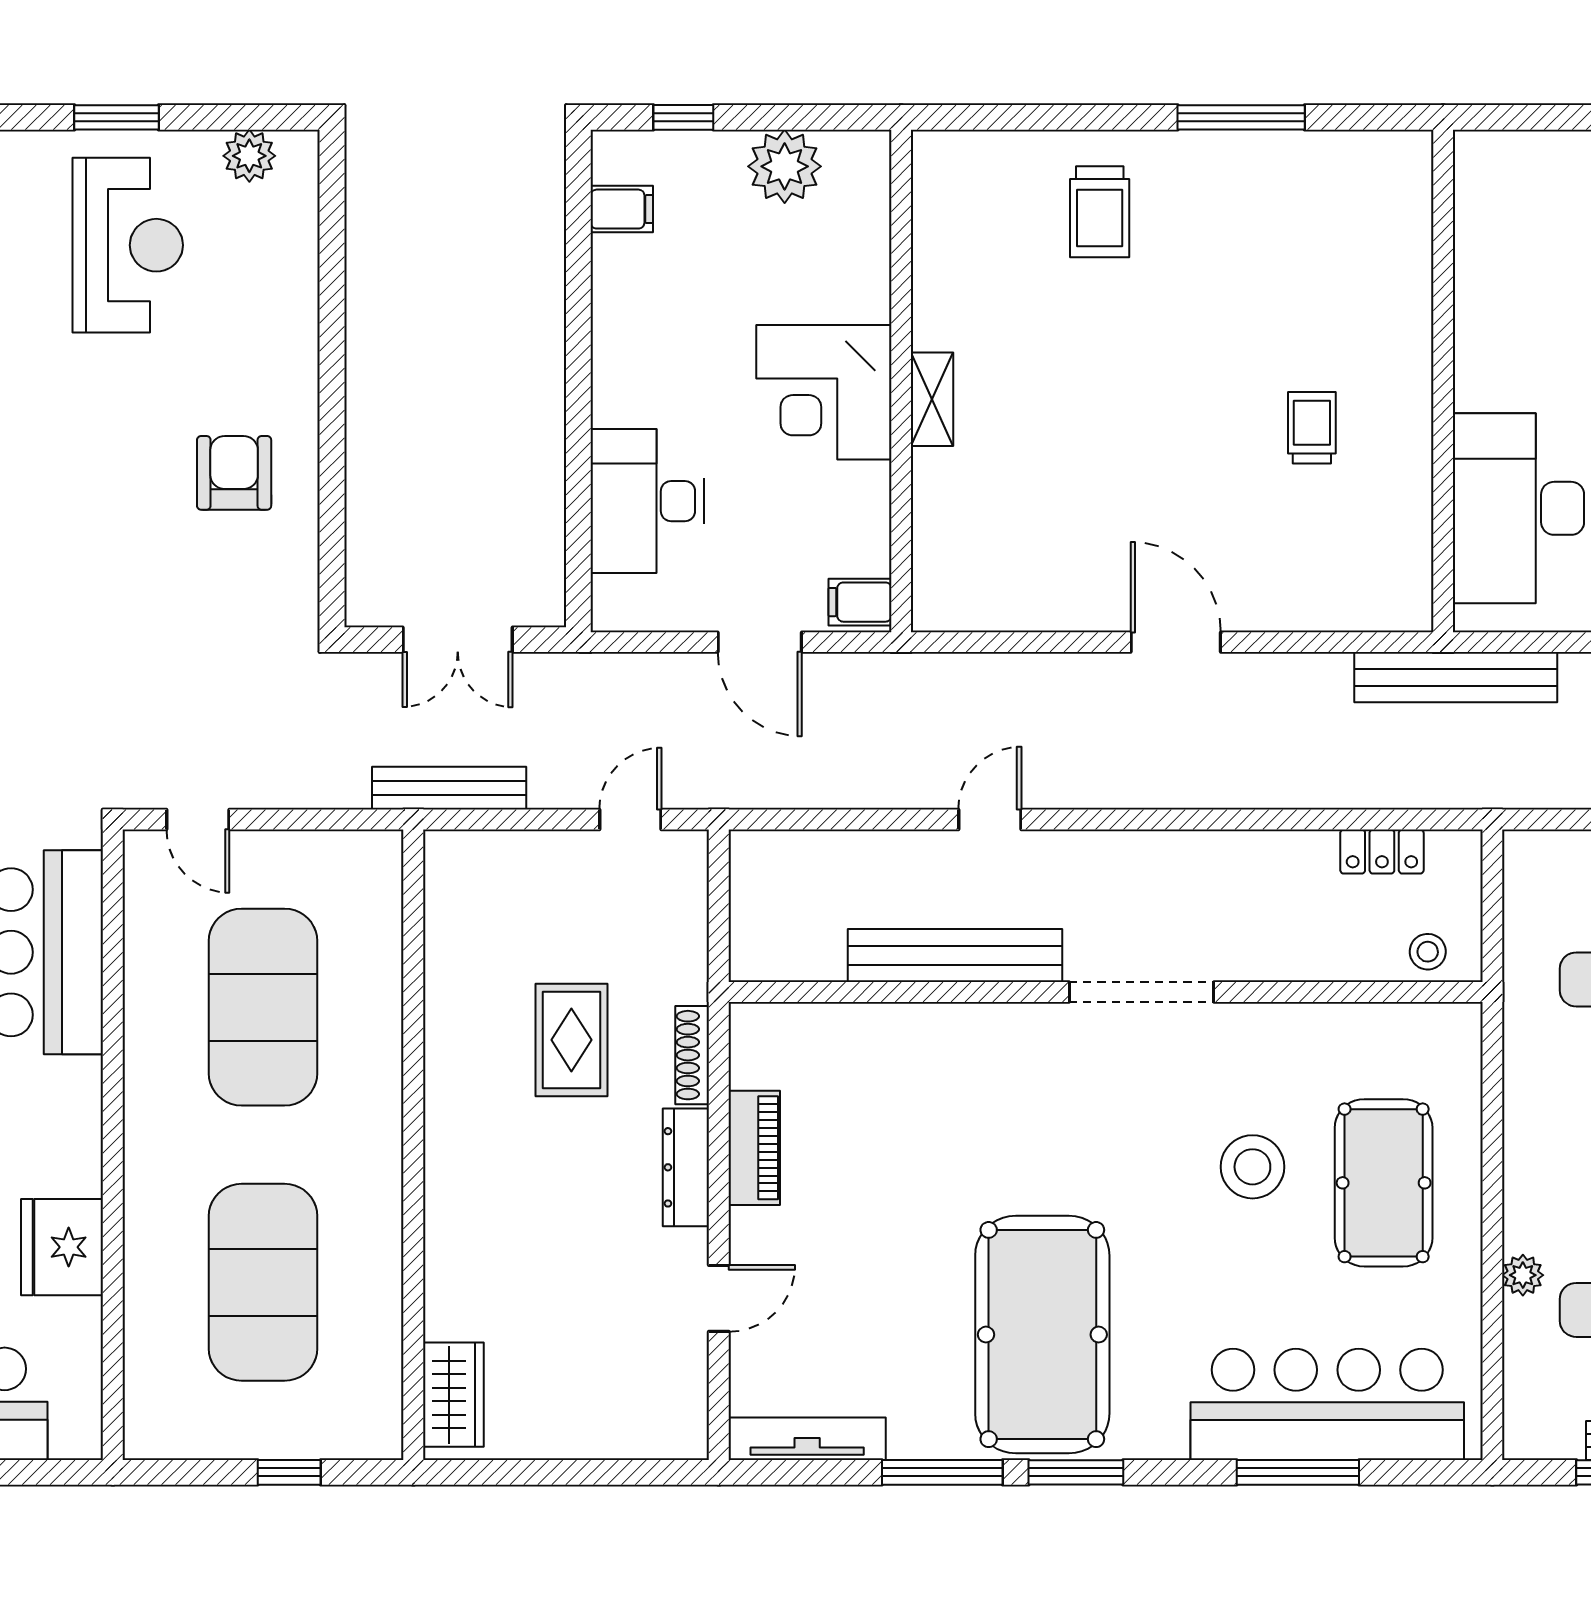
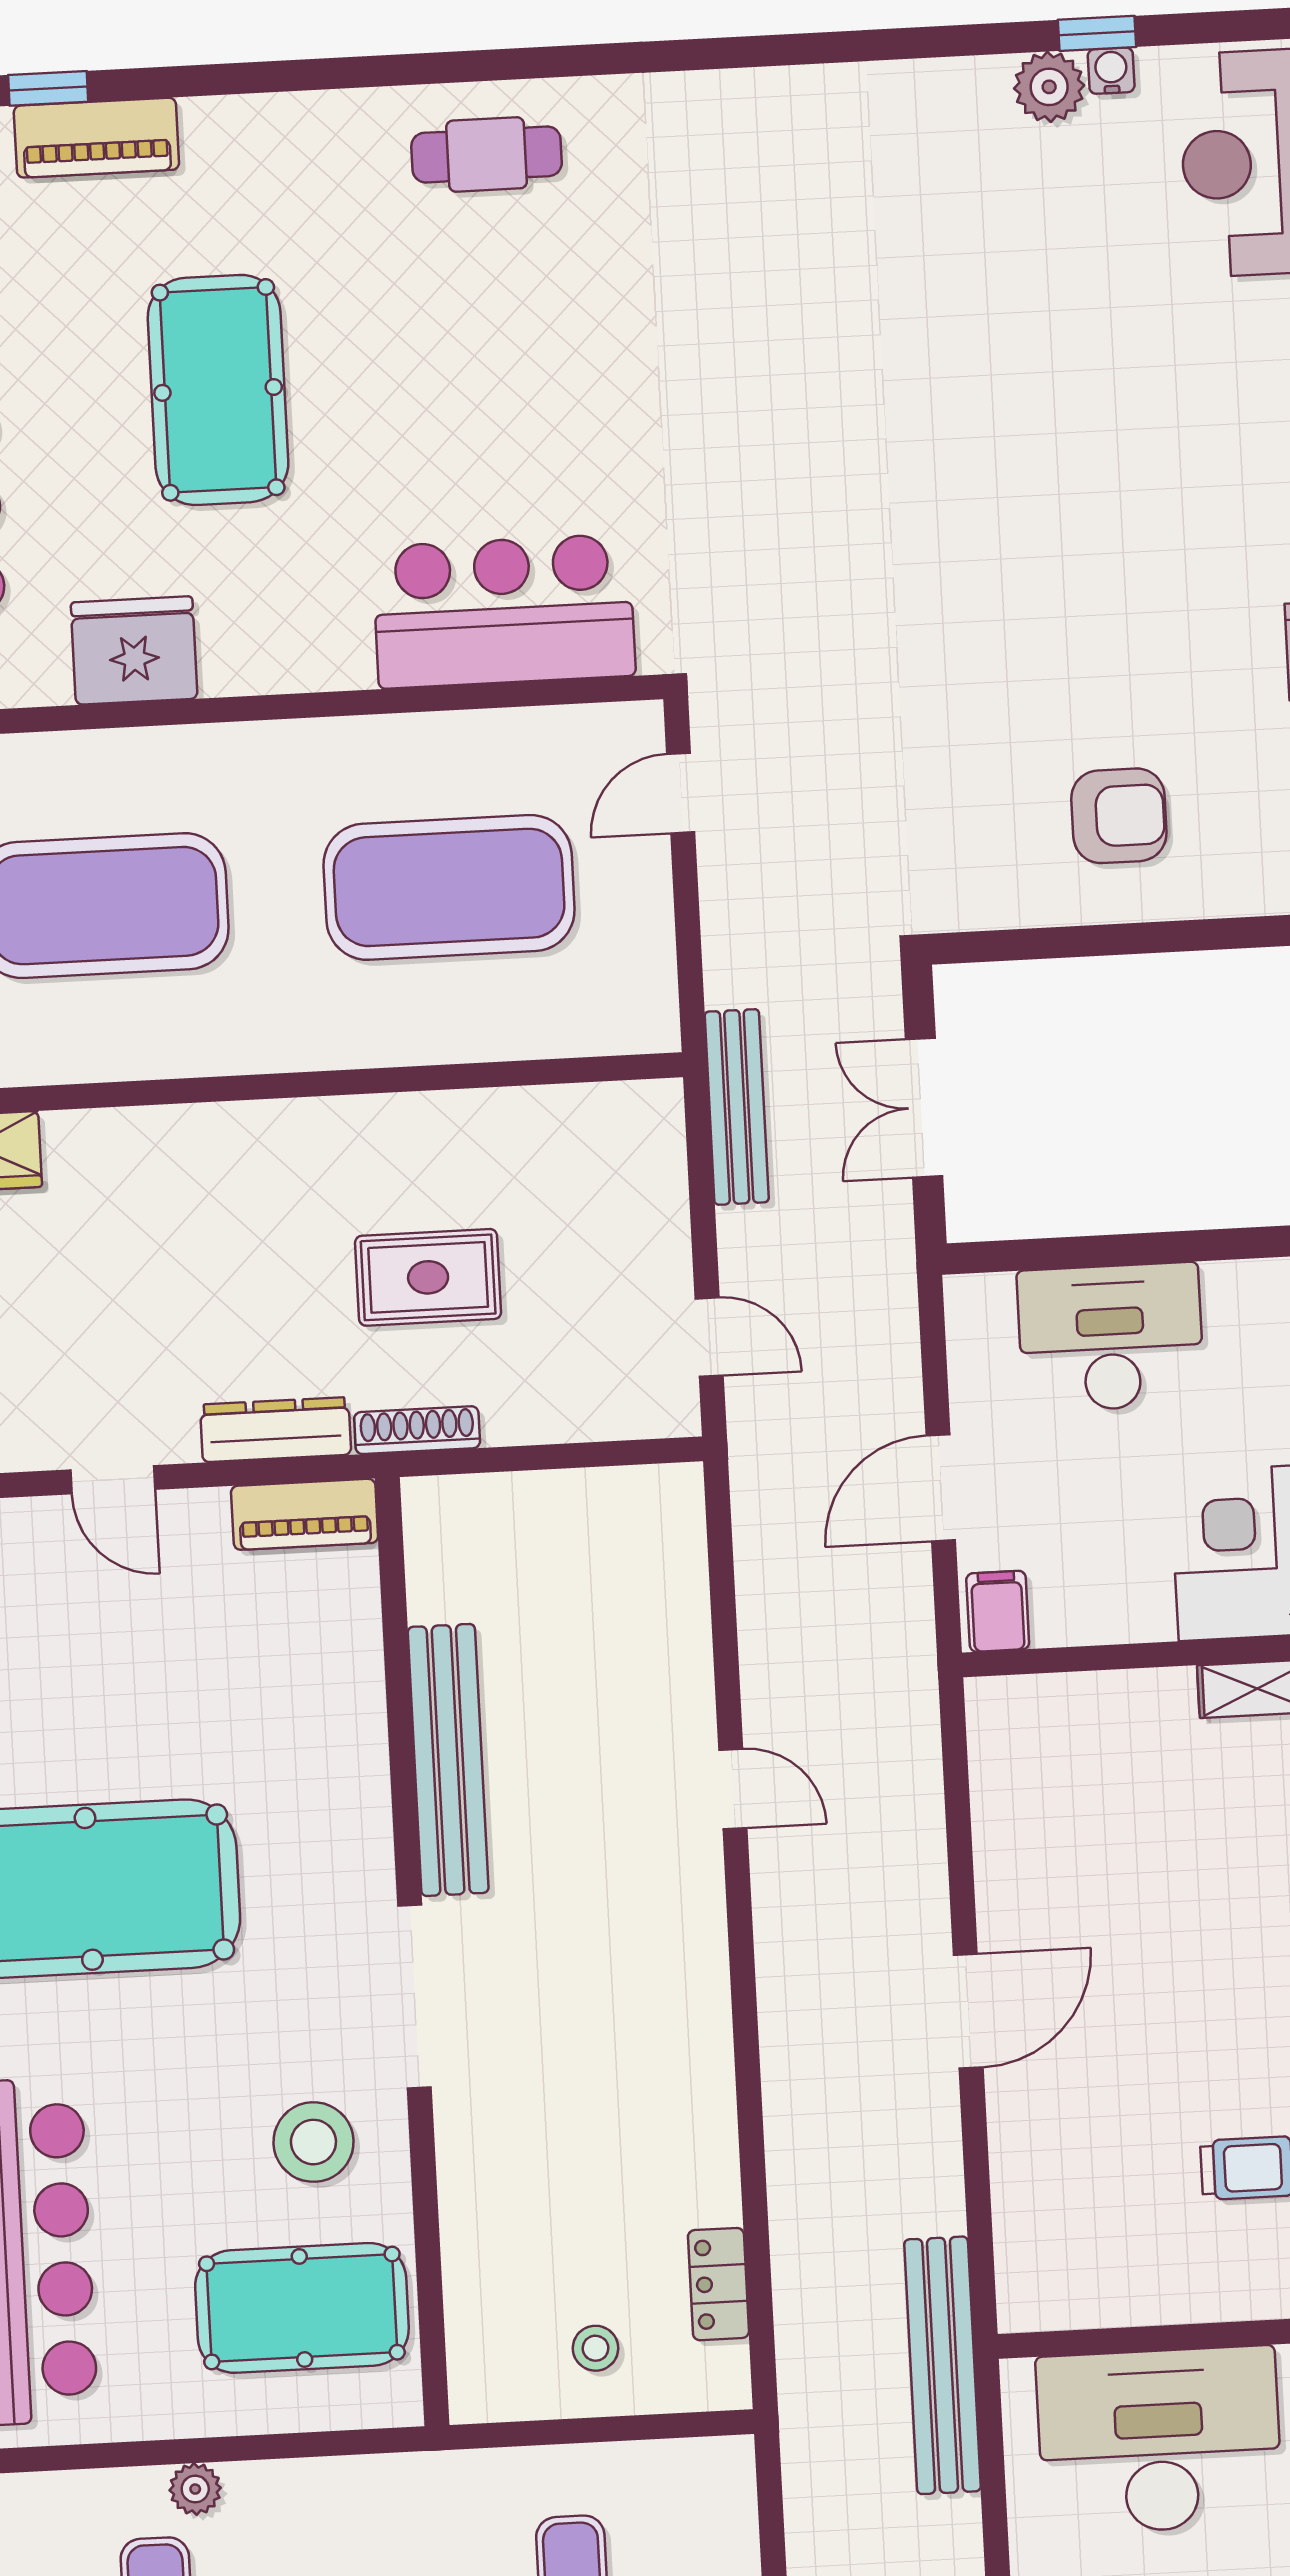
bench: (955, 955) -> (448, 1760), moved
wall: (1106, 992) -> (412, 1952), moved
doorway: (1141, 992) -> (414, 1997), moved

